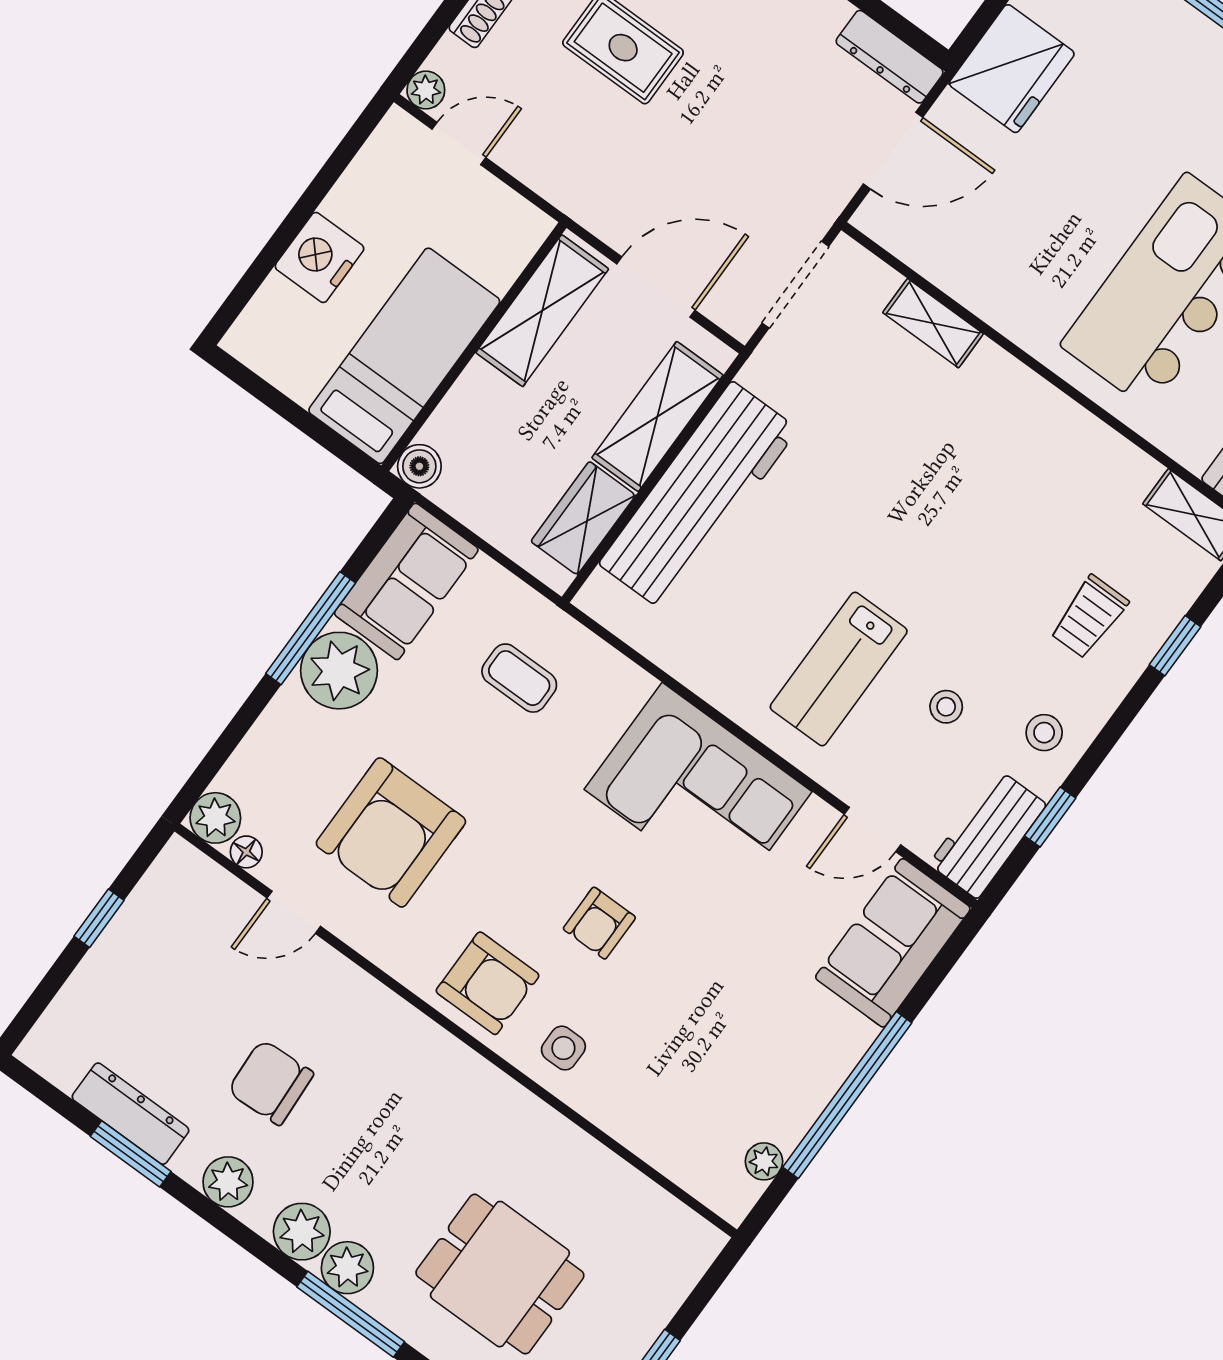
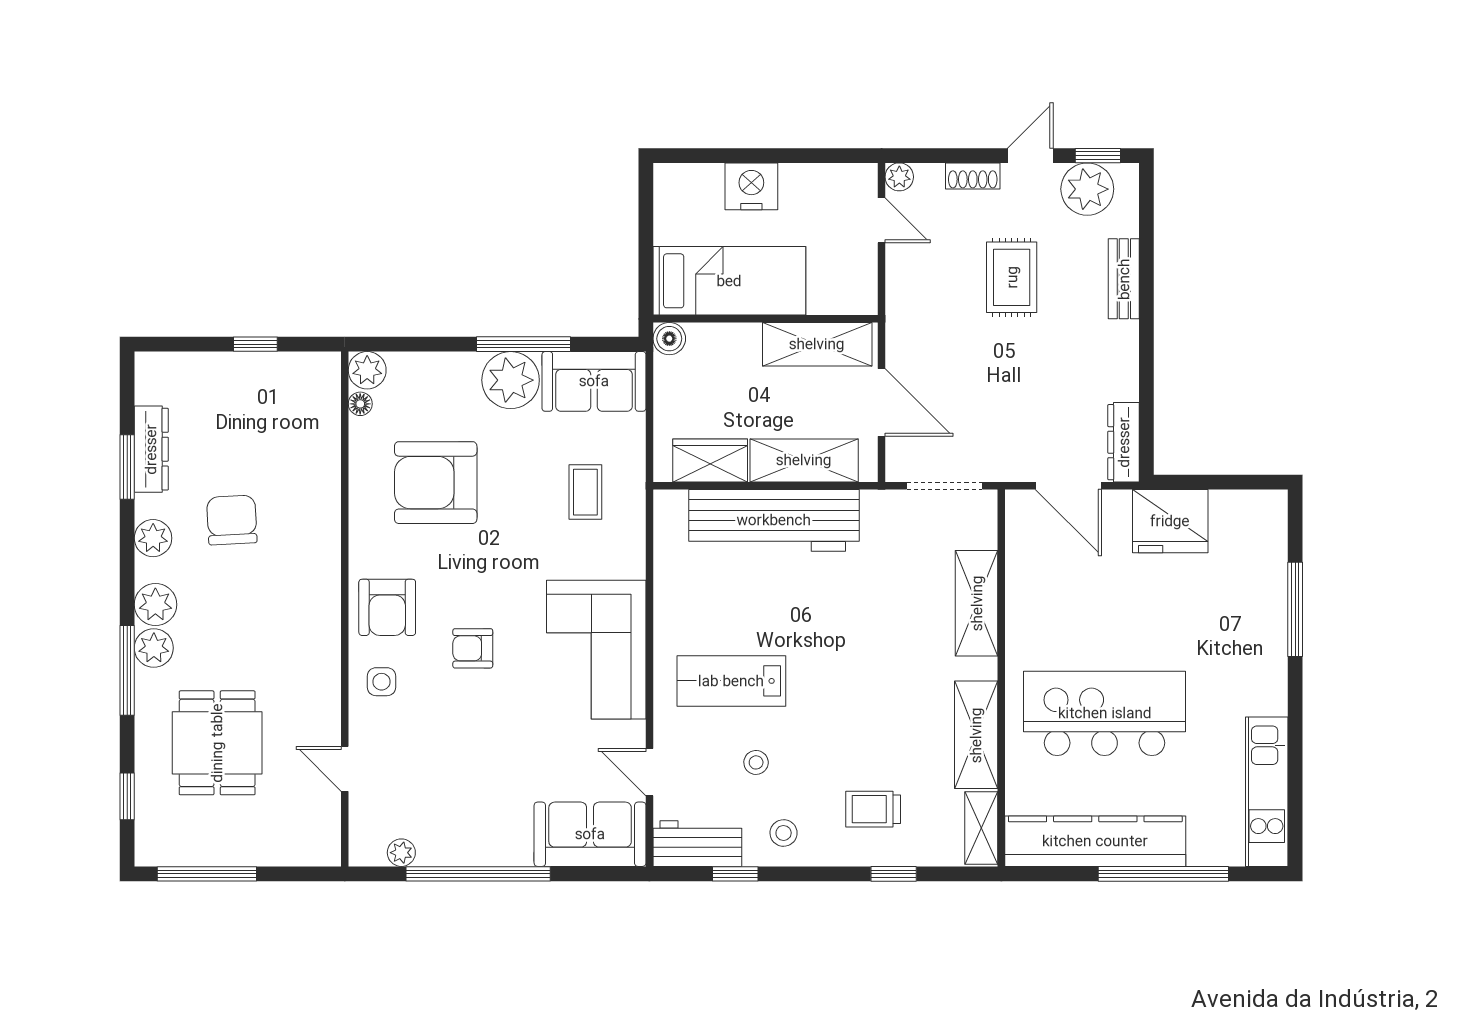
shelving: (933, 323) -> (977, 603), width x1.50, depth x1.33
shelving: (1090, 447) -> (976, 735), added
door: (294, 912) -> (345, 769), moved

